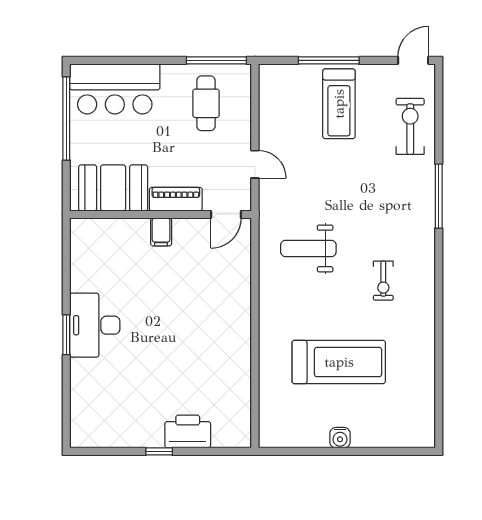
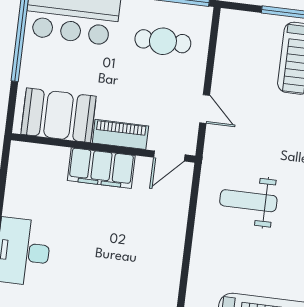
cafe table: (206, 103) -> (163, 41), turned 90
filing cabinet: (161, 232) -> (101, 168), width x3.00, depth x1.17

